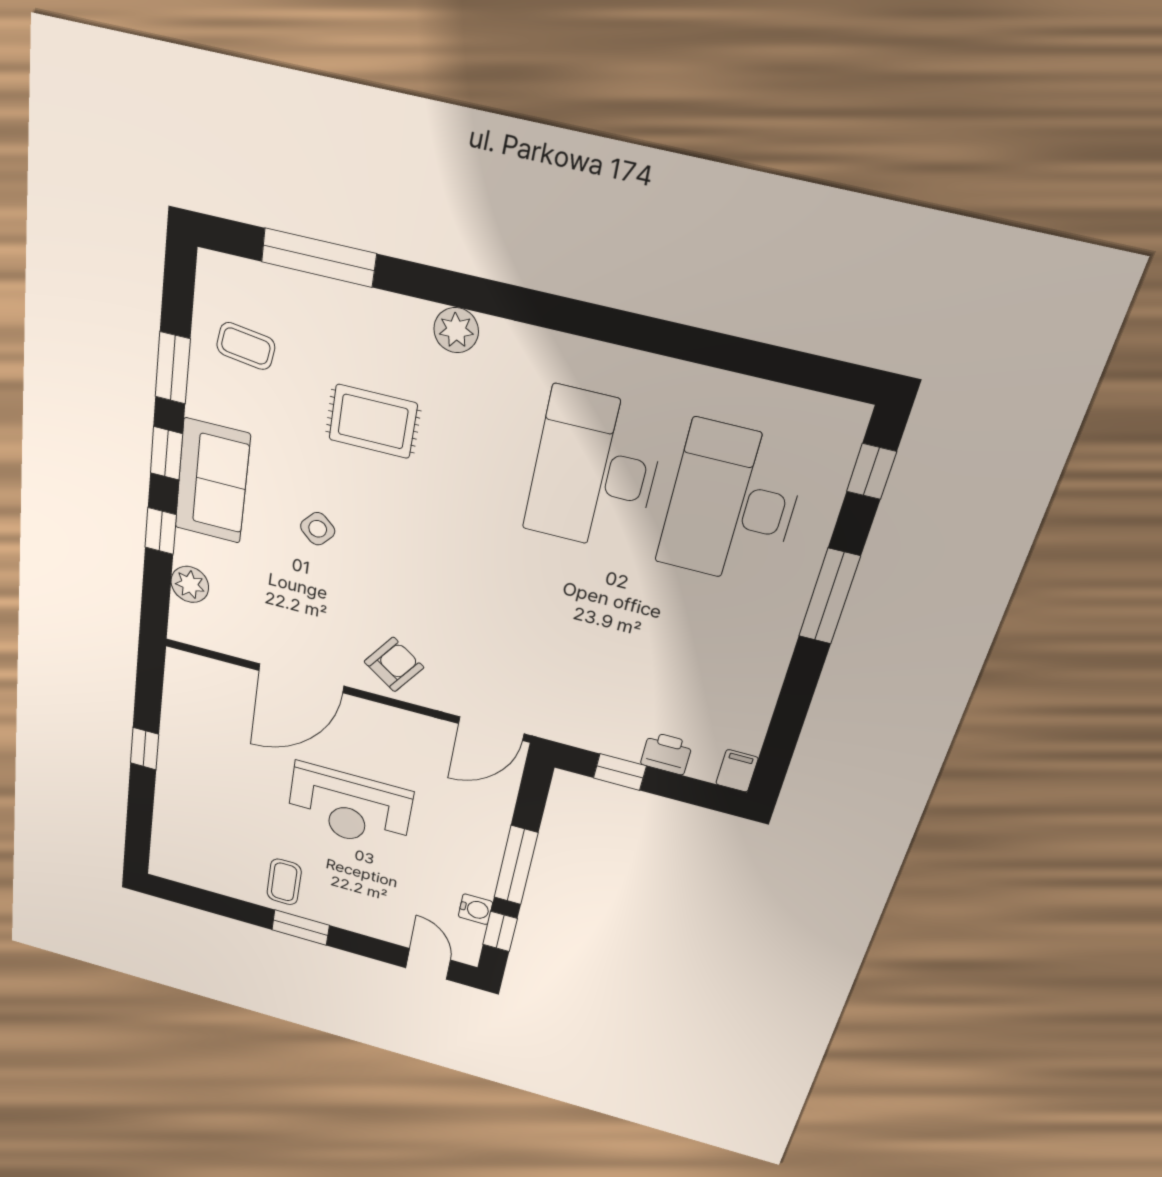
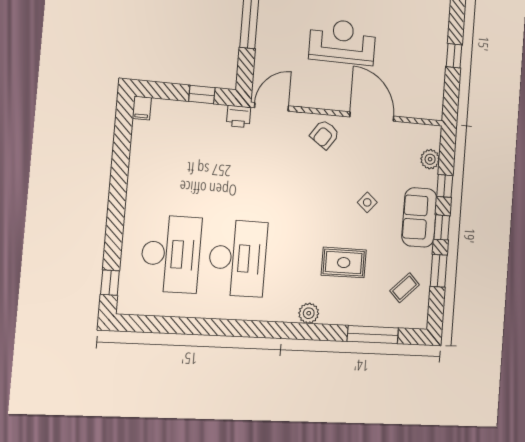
coffee table: (246, 346) -> (405, 288), turned -52
window: (829, 596) -> (116, 216), removed
door: (301, 678) -> (372, 117), hinge flipped
printer: (666, 753) -> (239, 116), moved

